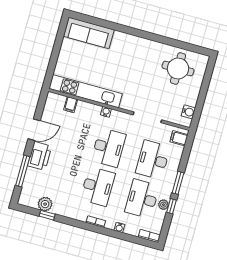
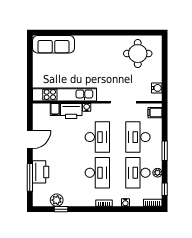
printer: (88, 111) -> (71, 111), added
printer: (40, 156) -> (41, 172), moved
window: (172, 206) -> (165, 189), moved

